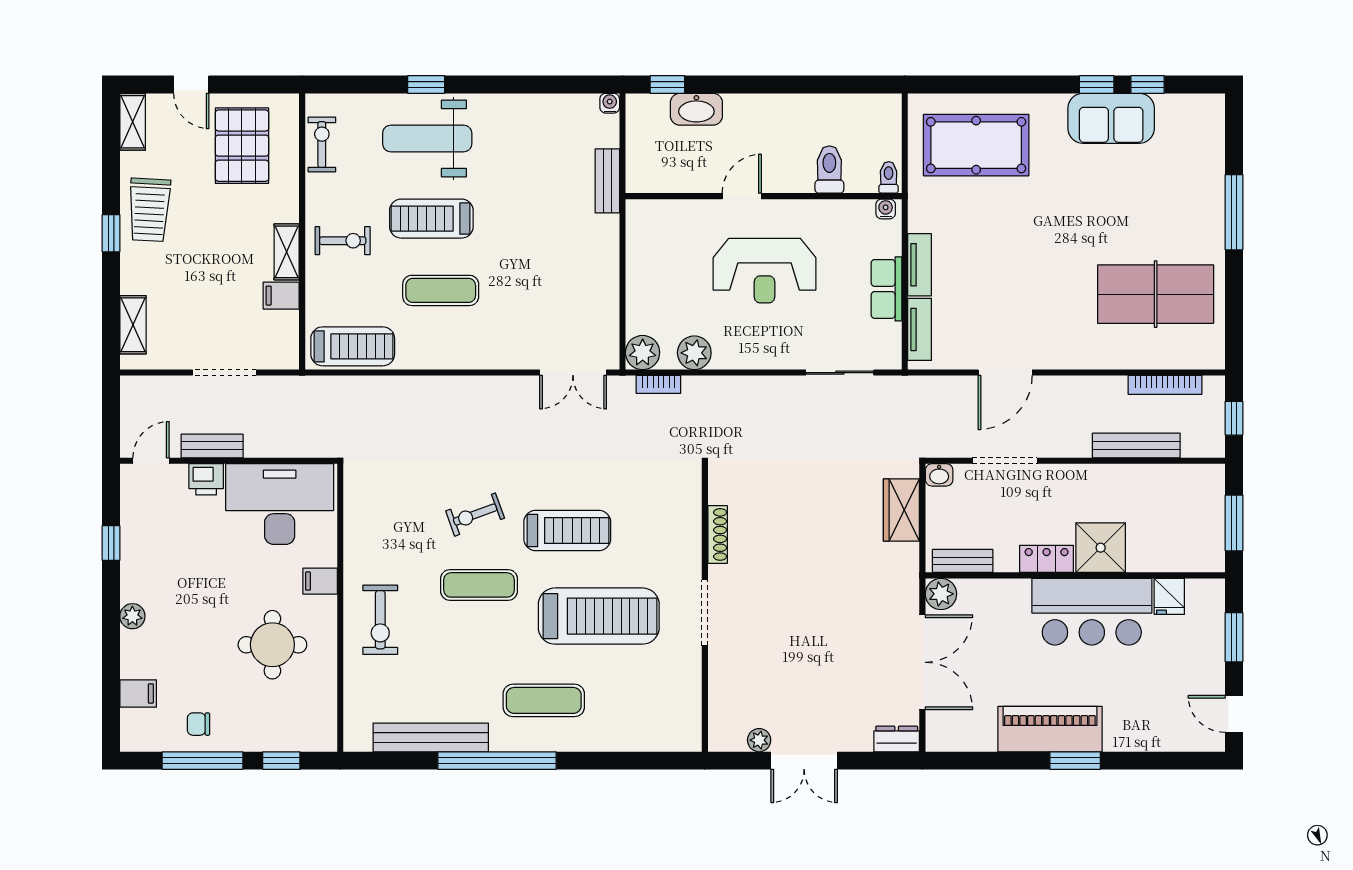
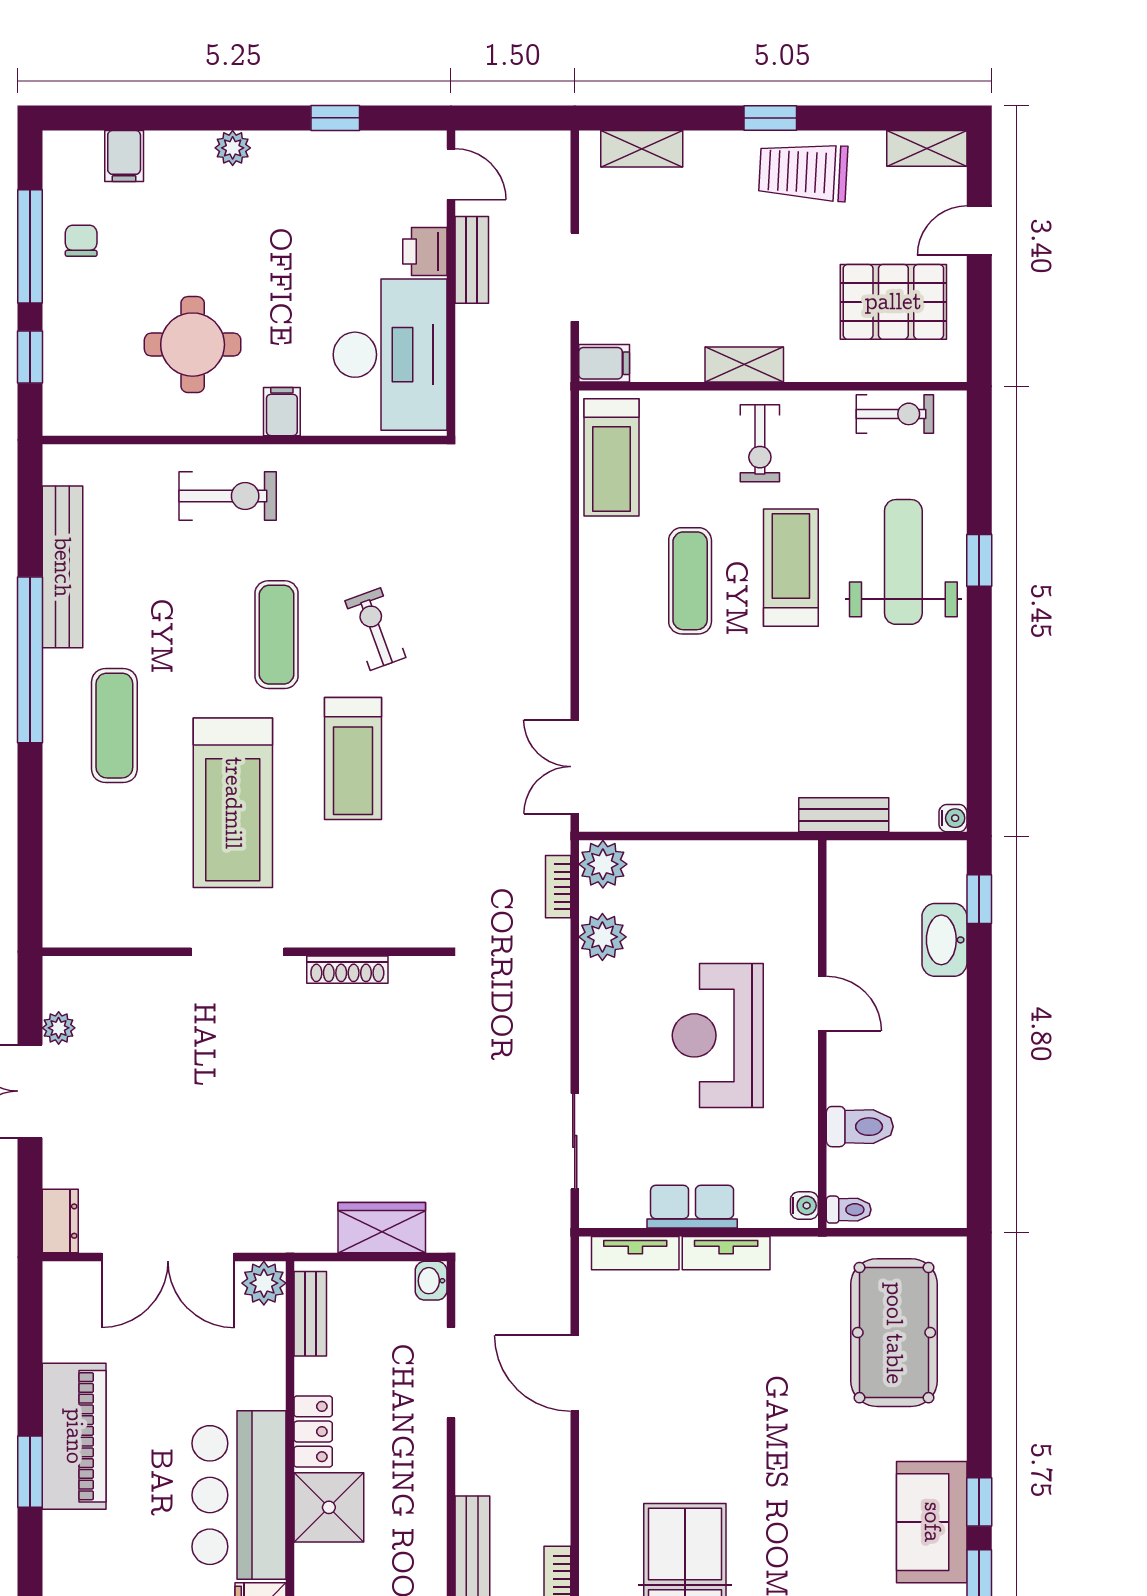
filing cabinet: (281, 296) -> (604, 363), moved, turned 90
exercise bike: (380, 620) -> (228, 496), turned 180

